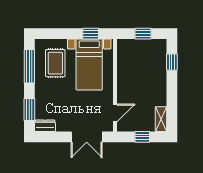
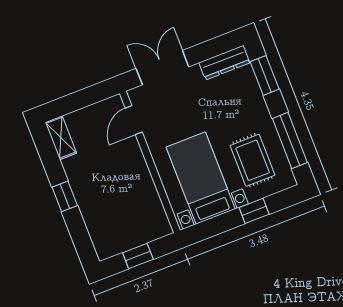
window: (91, 34) -> (254, 211), moved
window: (172, 62) -> (65, 196), moved
dresser: (45, 126) -> (225, 63), width x1.44
window: (142, 137) -> (79, 100), removed

